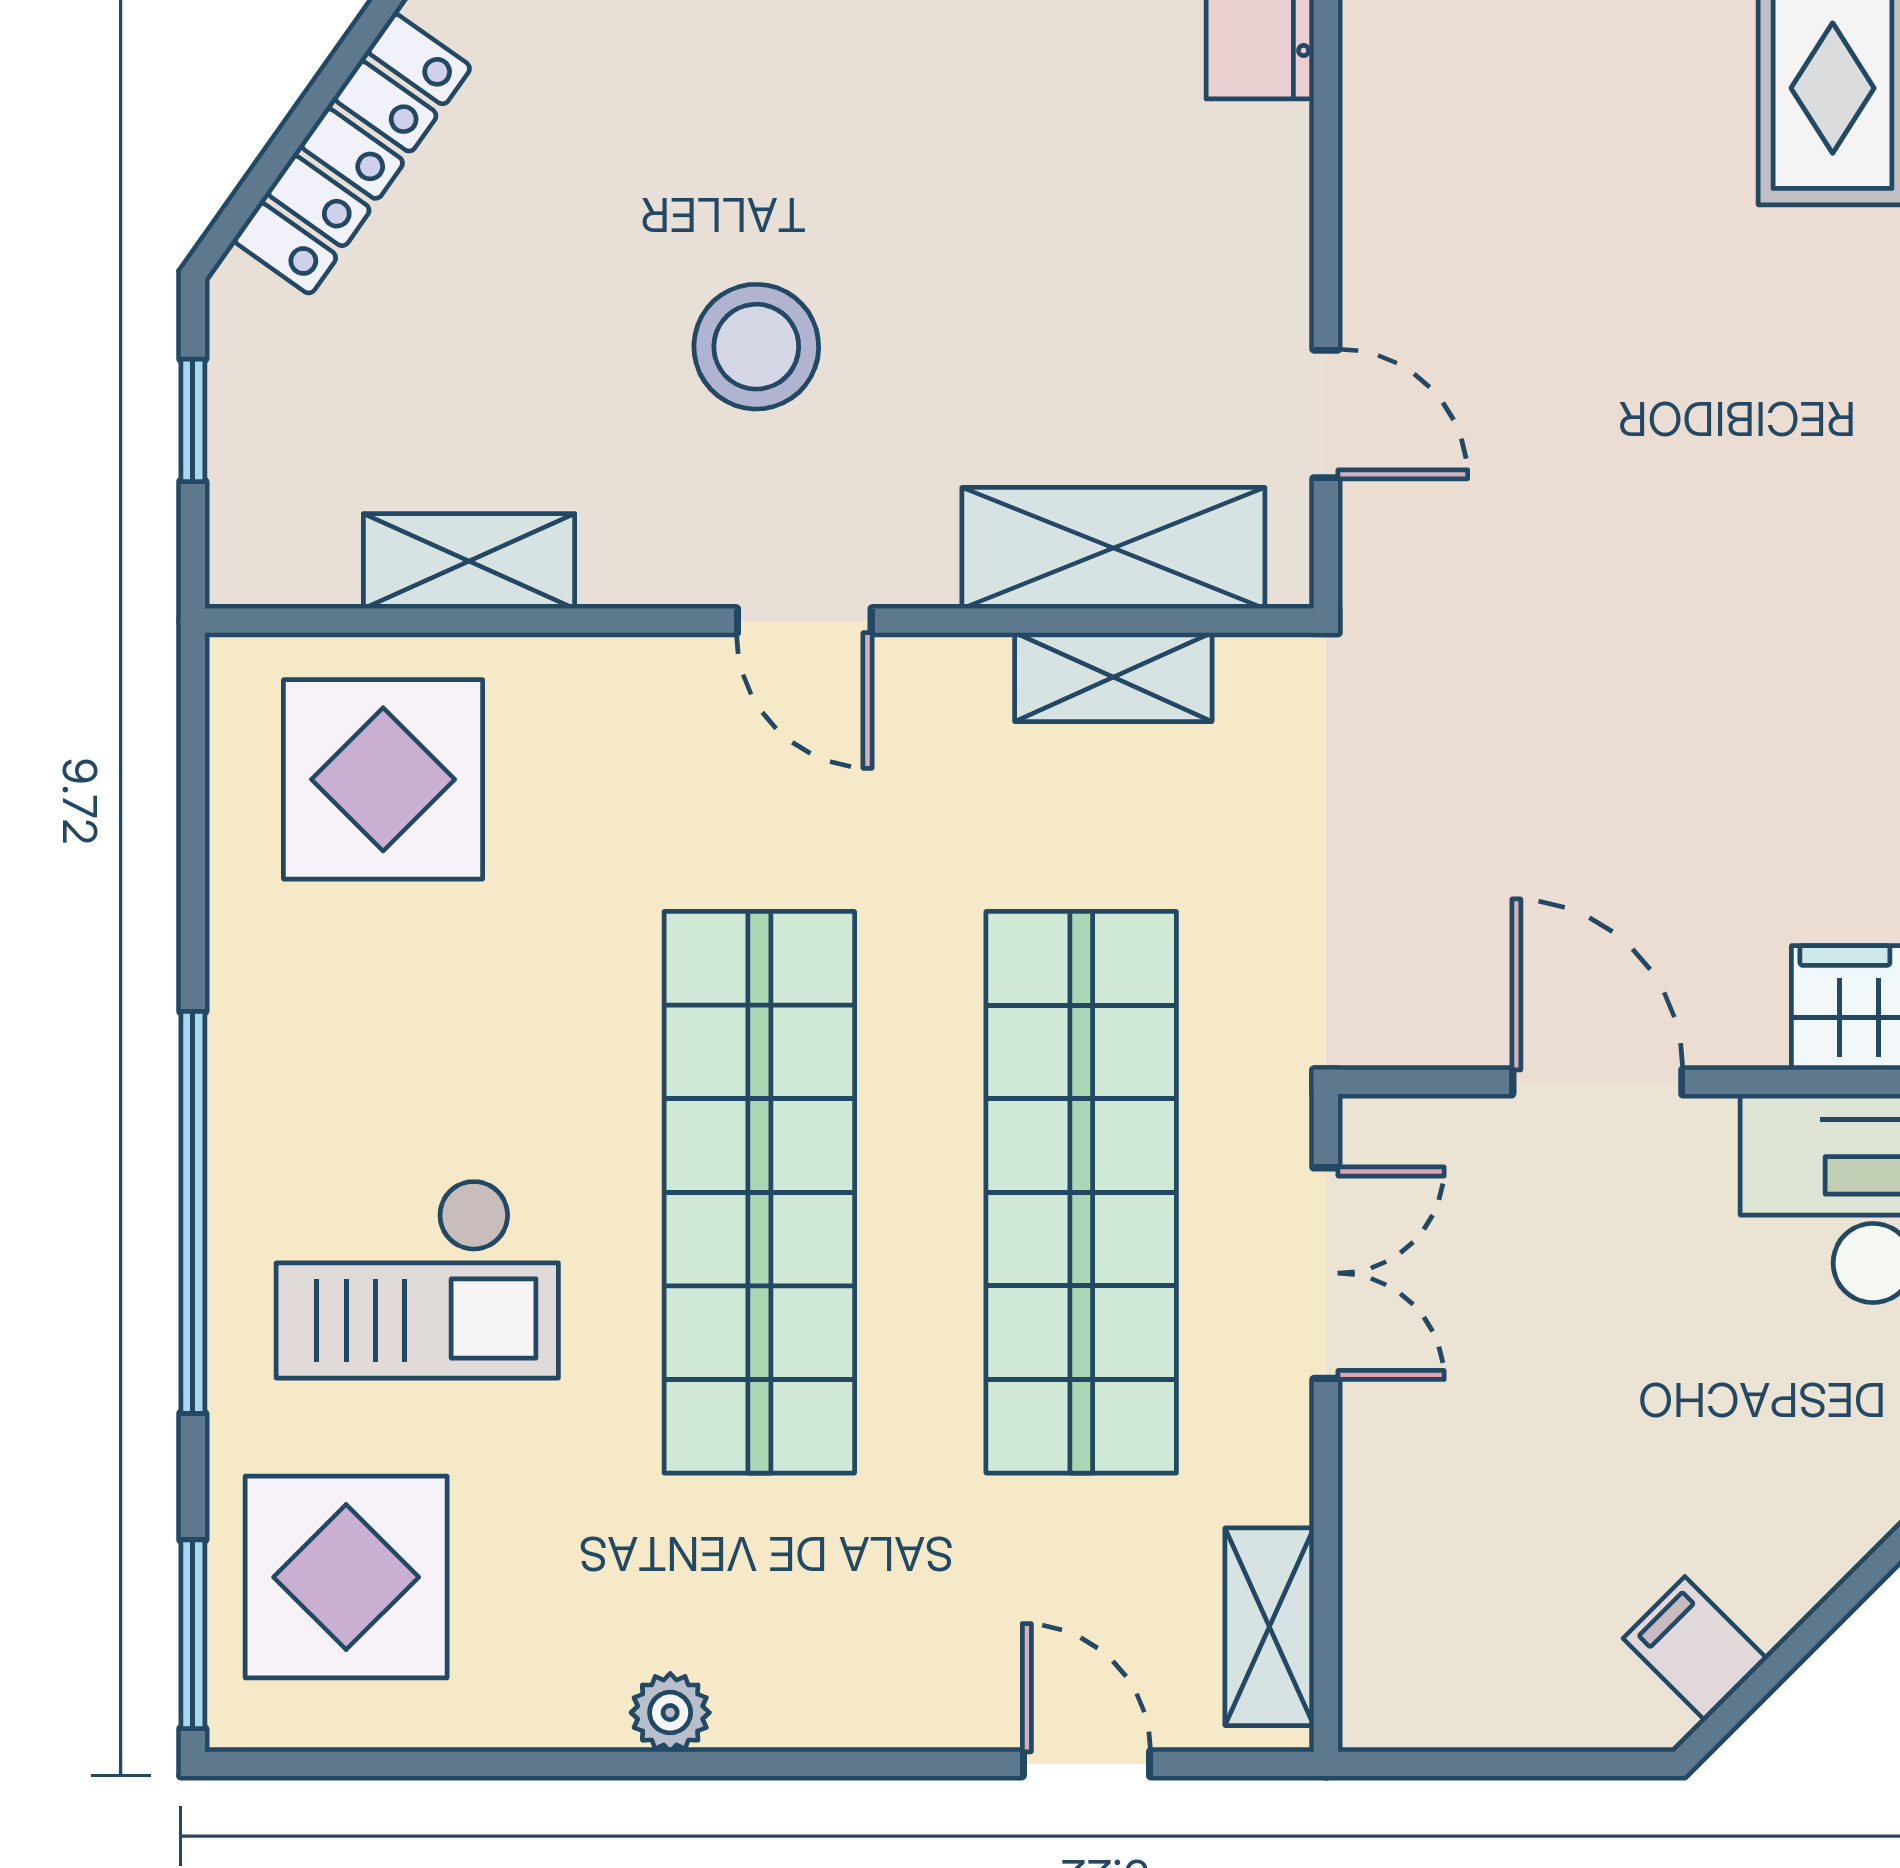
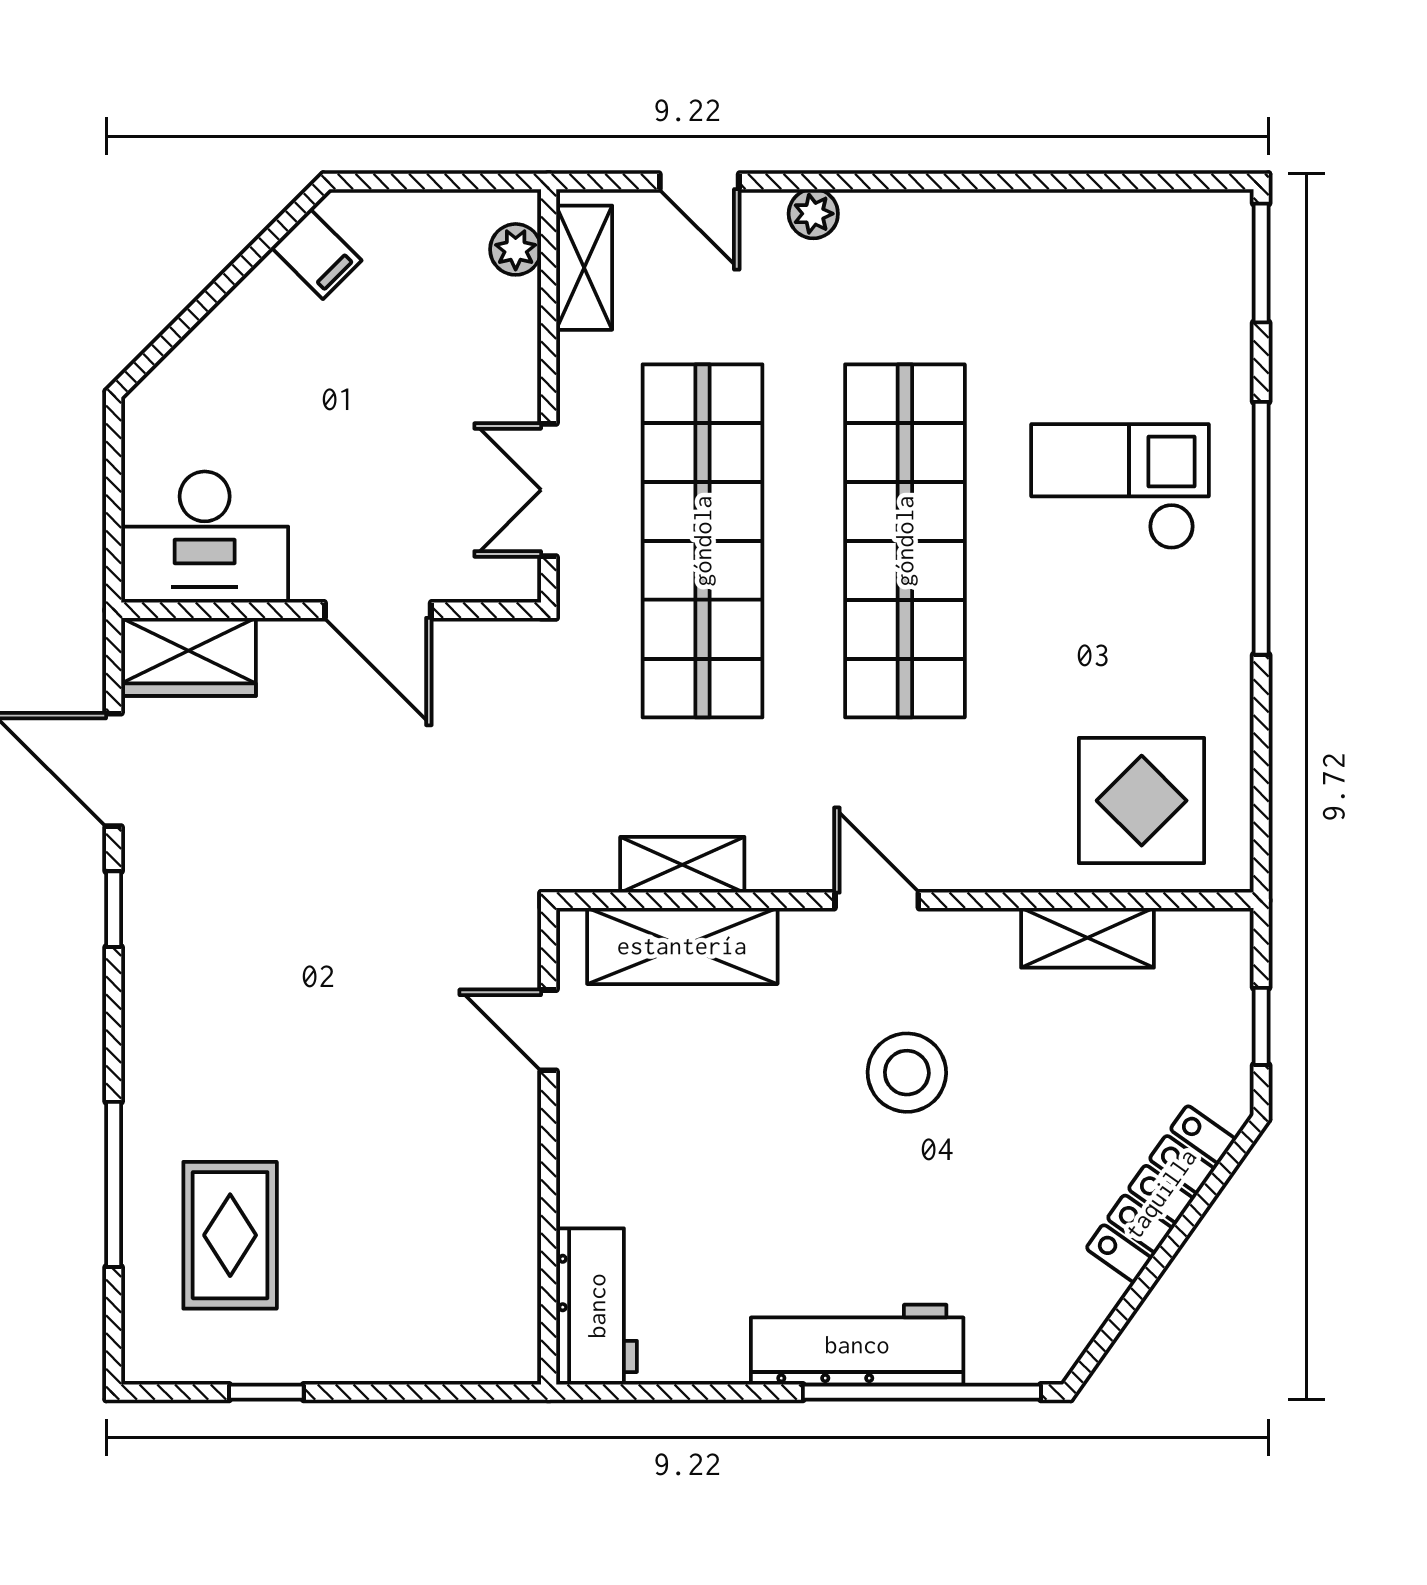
display table: (346, 1577) -> (1165, 299), removed
plant: (1378, 1656) -> (516, 249), added
plant: (670, 1713) -> (813, 214), moved

